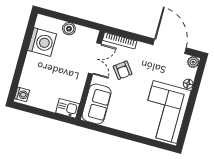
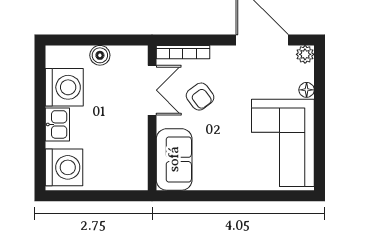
washing machine: (22, 94) -> (64, 167), width x1.89, depth x1.89
kitchen sink: (68, 108) -> (57, 124), moved, turned 90

